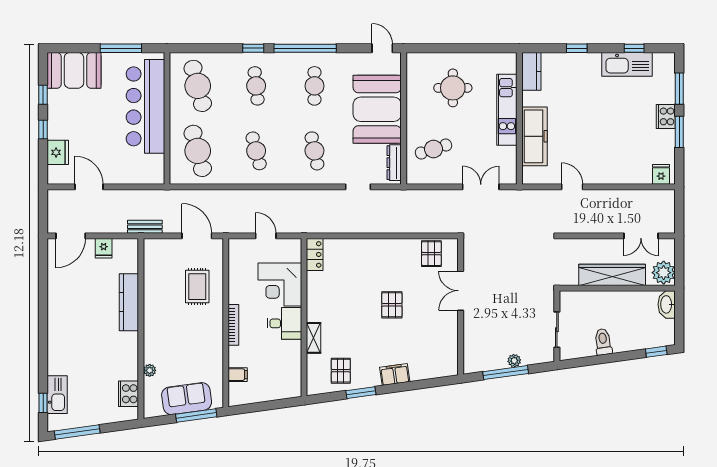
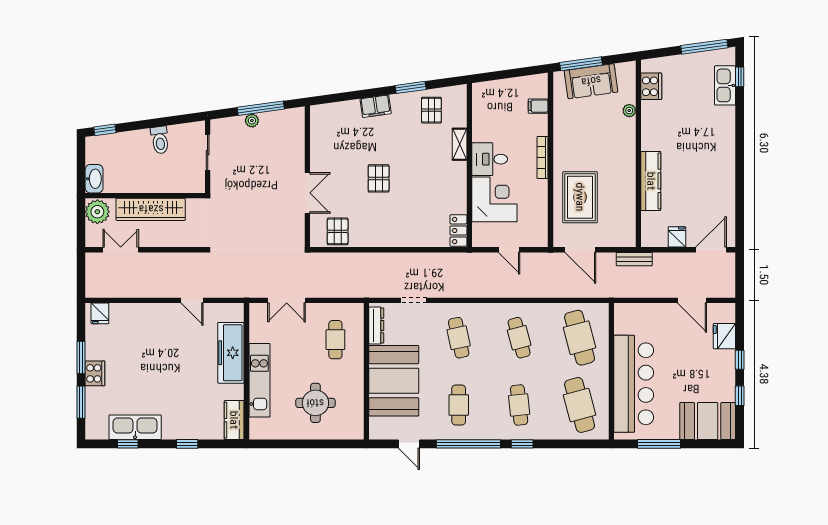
door: (382, 48) -> (409, 444), moved
cafe table: (434, 149) -> (335, 340), turned -72
rug: (197, 287) -> (580, 197), width x1.36, depth x1.43

